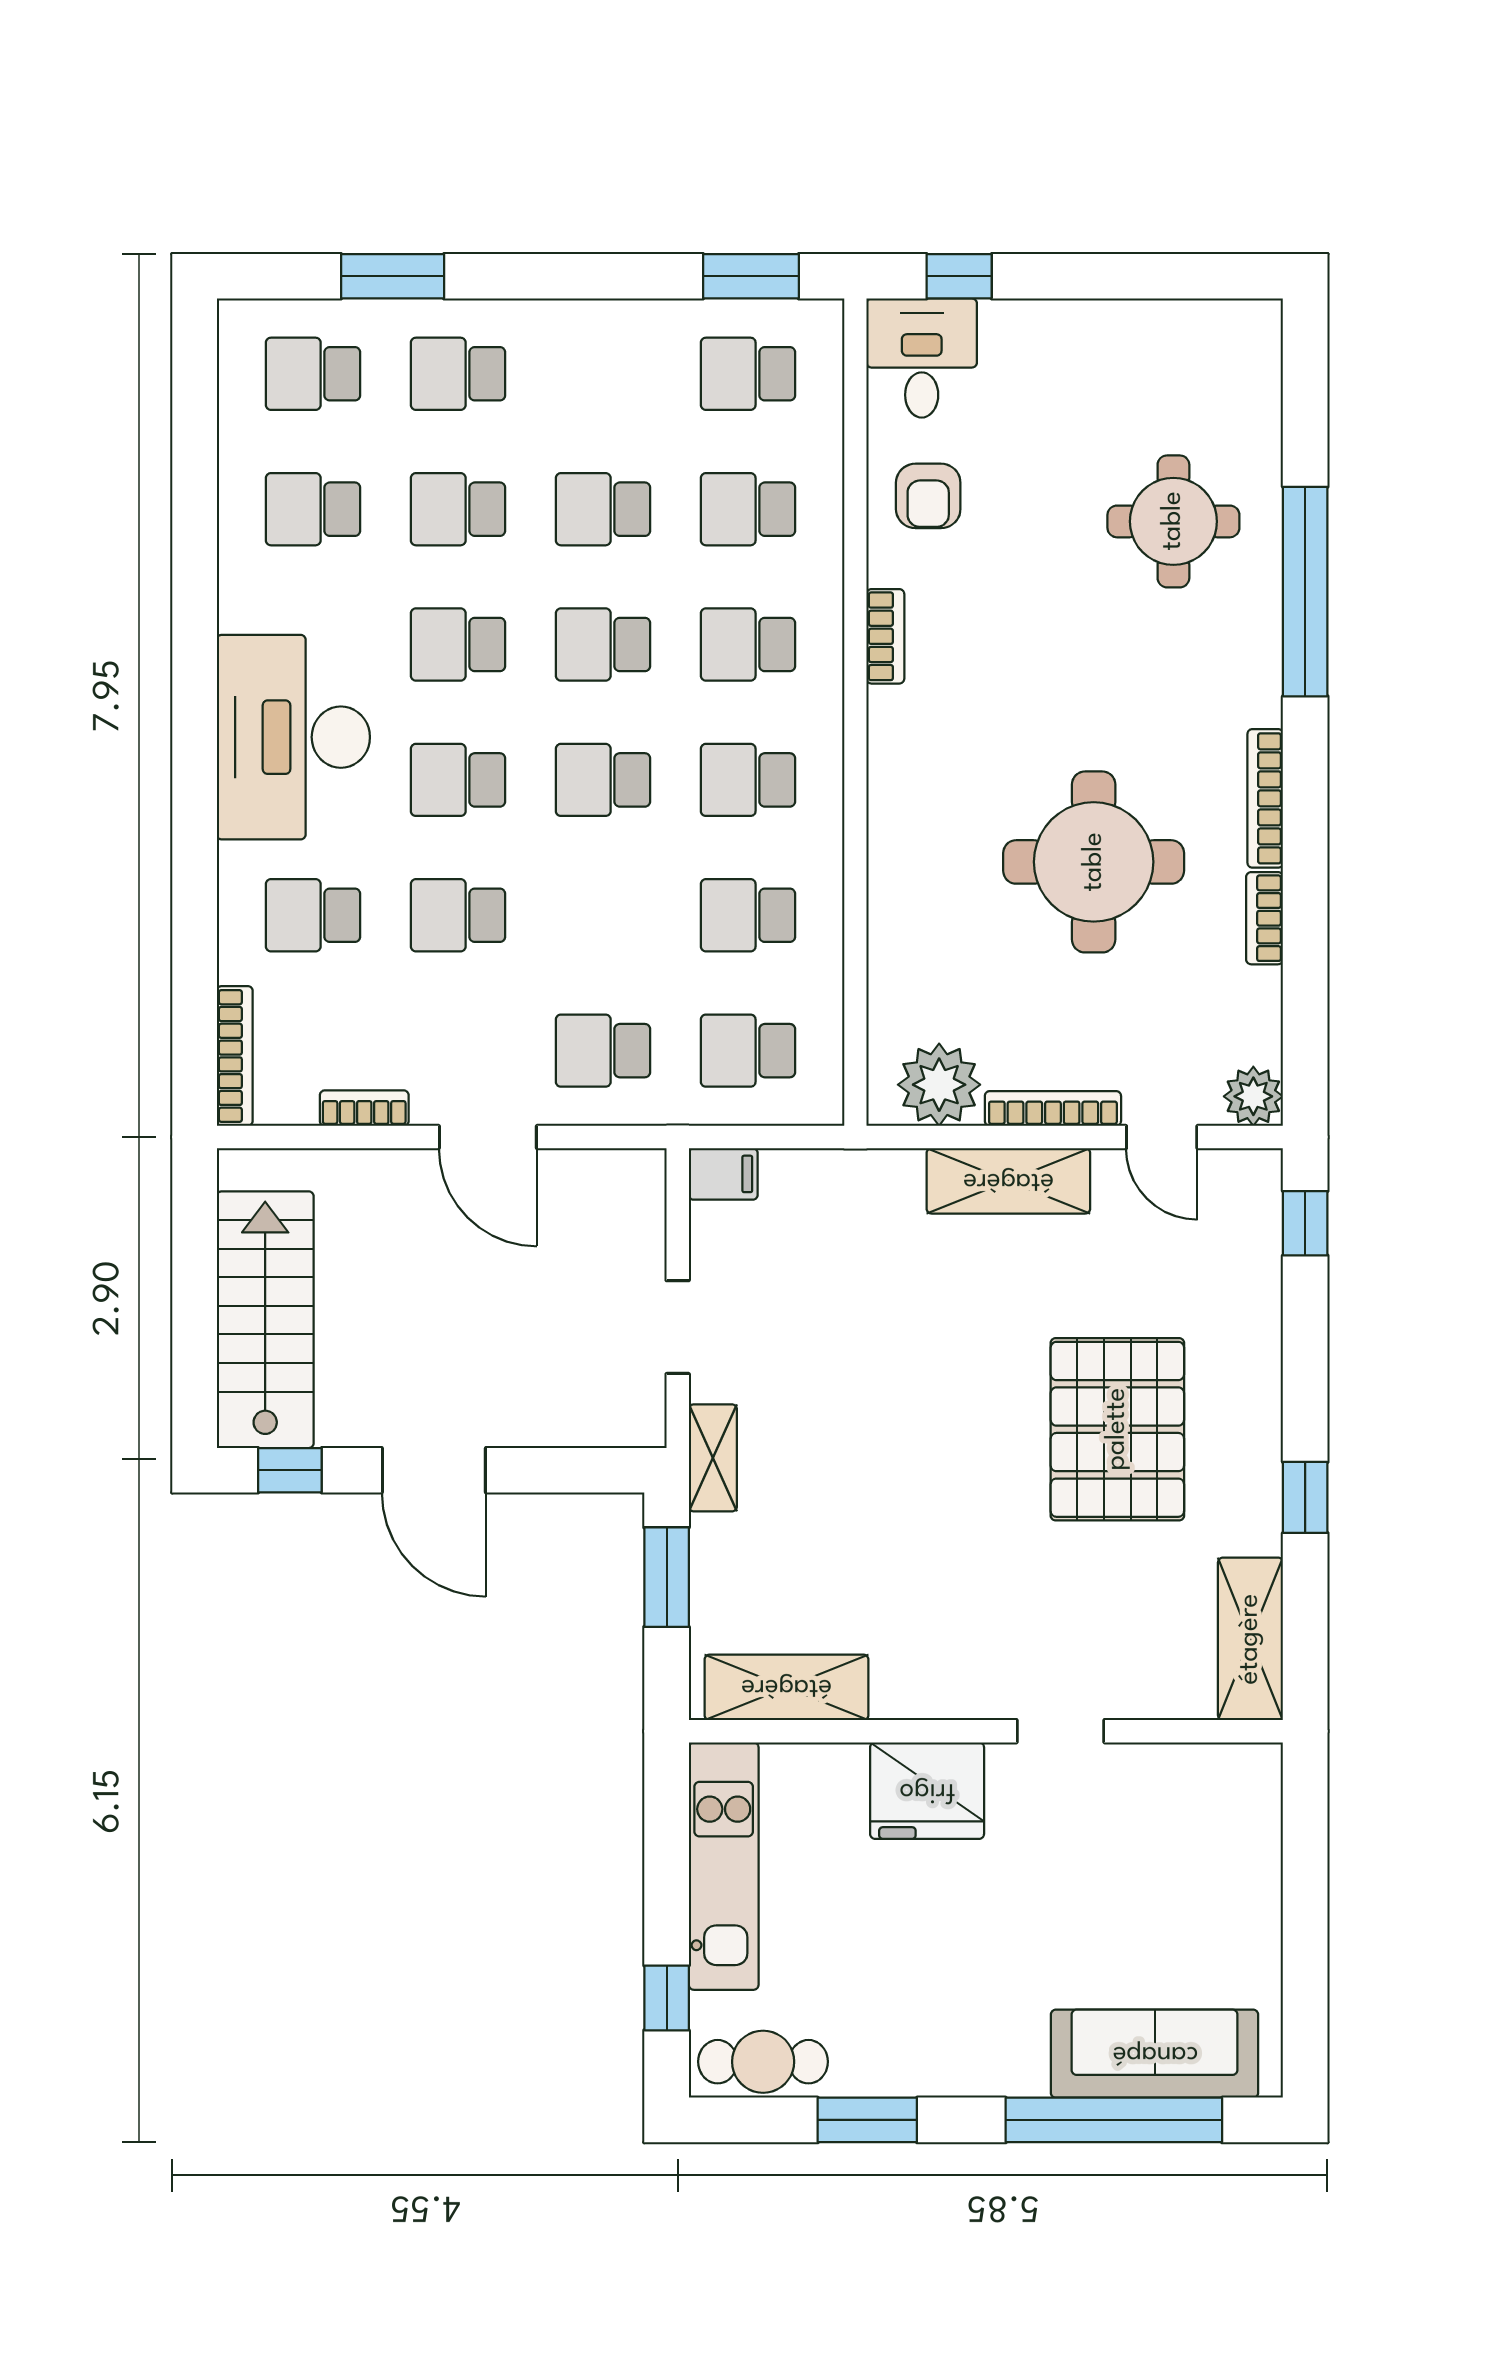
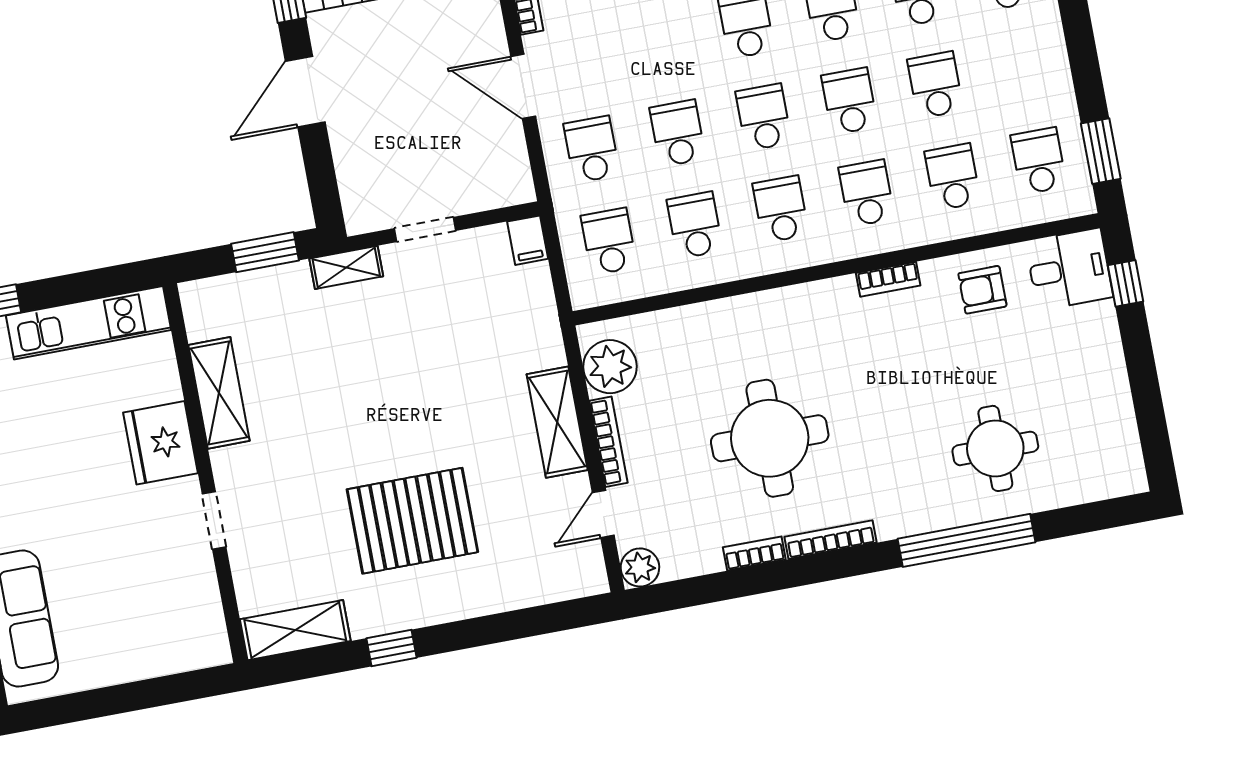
school desk: (458, 915) -> (678, 133), moved
door: (488, 1137) -> (523, 86), hinge flipped
window: (1305, 1223) -> (566, 615), removed
shelving: (786, 1687) -> (219, 393), moved

